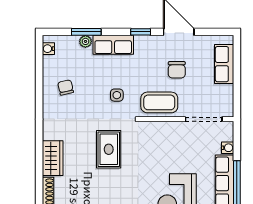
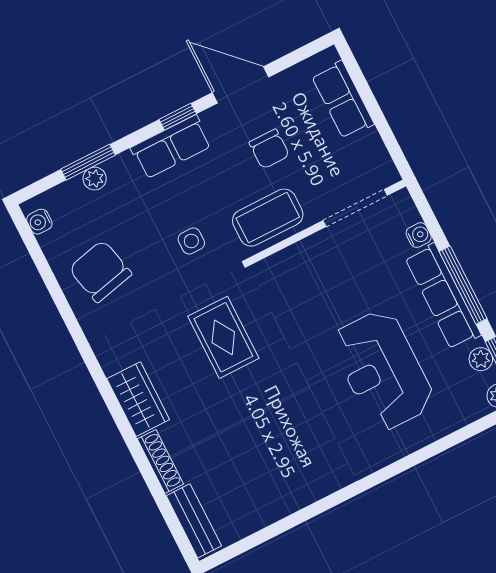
row of seats: (113, 45) -> (171, 147), moved
chair: (66, 87) -> (100, 271), width x1.87, depth x1.87

